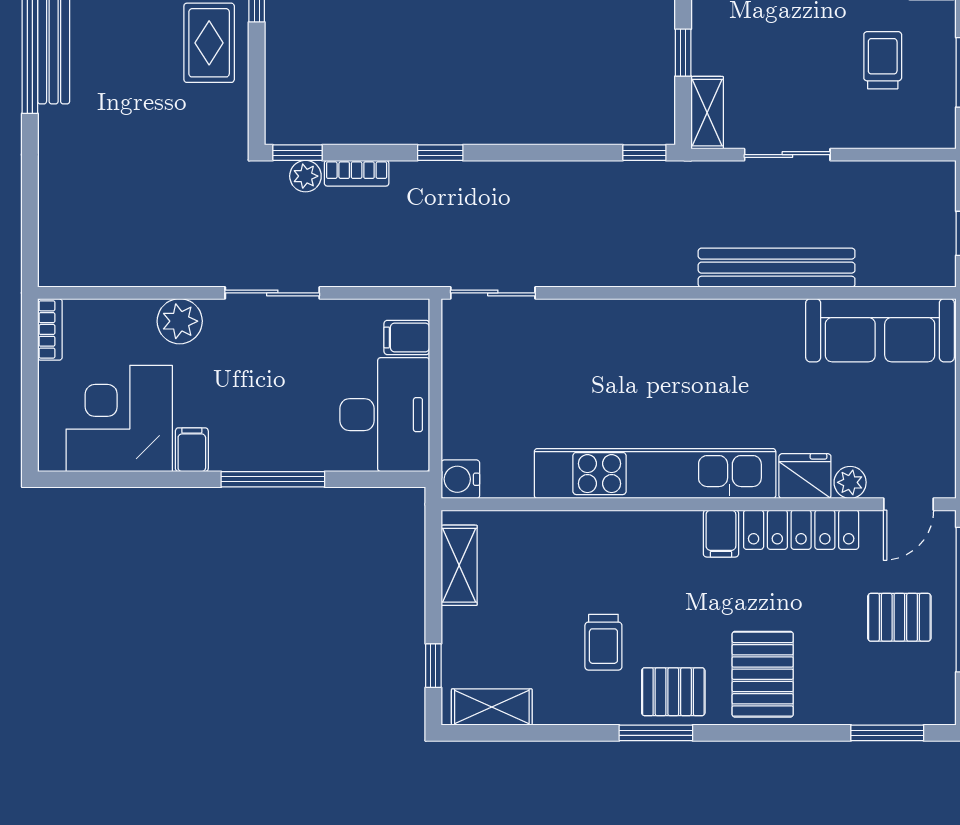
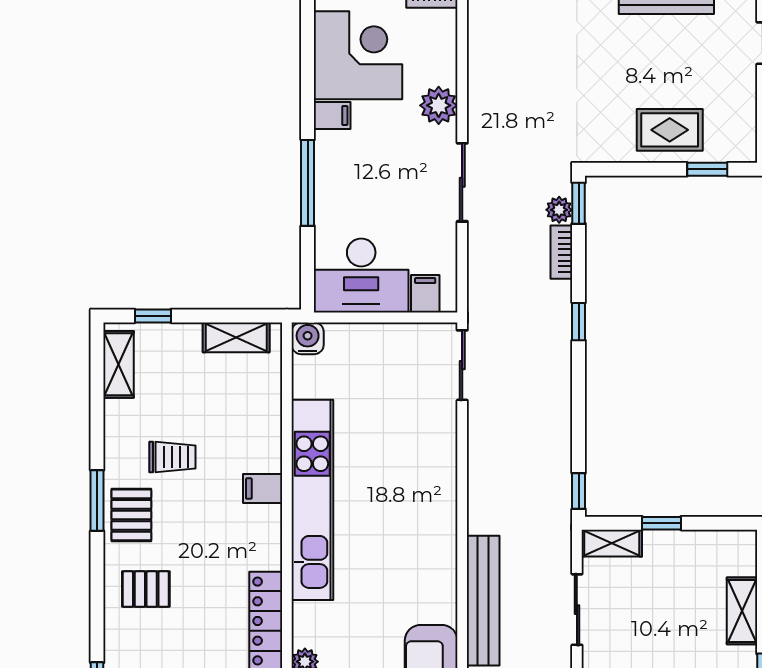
fridge: (805, 476) -> (310, 624), removed
filing cabinet: (721, 534) -> (263, 489), moved
trolley: (603, 642) -> (172, 457), turned 180
pallet: (763, 674) -> (146, 589), width x0.67, depth x0.71

